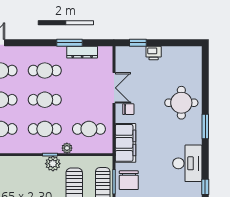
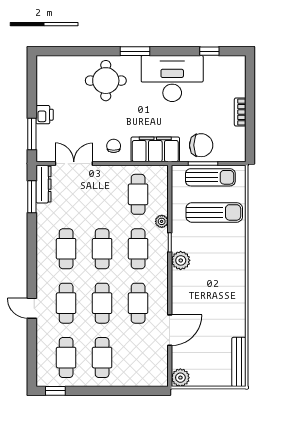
window: (69, 43) -> (32, 197), moved
window: (138, 43) -> (32, 134), width x1.50
dresser: (82, 52) -> (44, 184), moved
double door: (114, 88) -> (74, 164), moved
desk: (187, 163) -> (172, 78), width x1.36, depth x1.30
plant: (53, 164) -> (181, 260), moved

